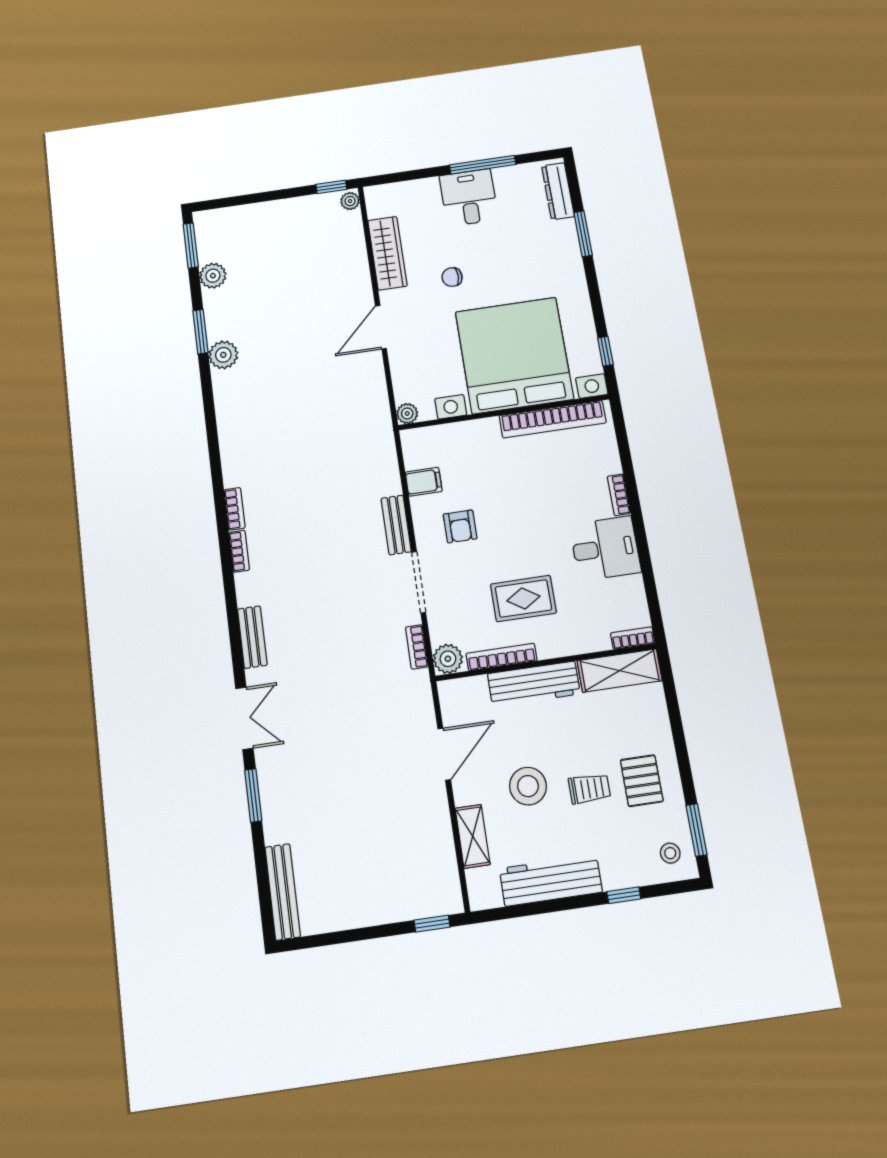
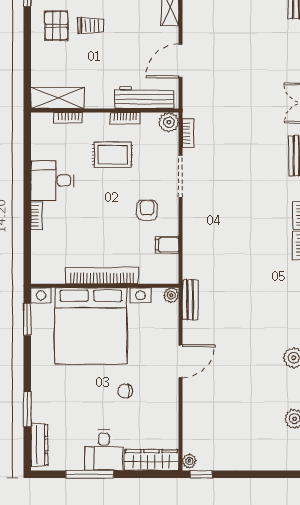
wardrobe: (387, 253) -> (151, 460), moved, turned 90
chair: (452, 277) -> (125, 391), turned 180
window: (605, 351) -> (27, 319), width x1.50
bookcase: (553, 419) -> (102, 276), moved
bench: (396, 525) -> (190, 300), moved
bookcase: (633, 638) -> (68, 118), moved
bookcase: (501, 657) -> (125, 118), width x0.64
workbench: (534, 684) -> (144, 98), moved
stool: (528, 786) -> (130, 33), removed
trolley: (589, 789) -> (91, 26), turned 180

